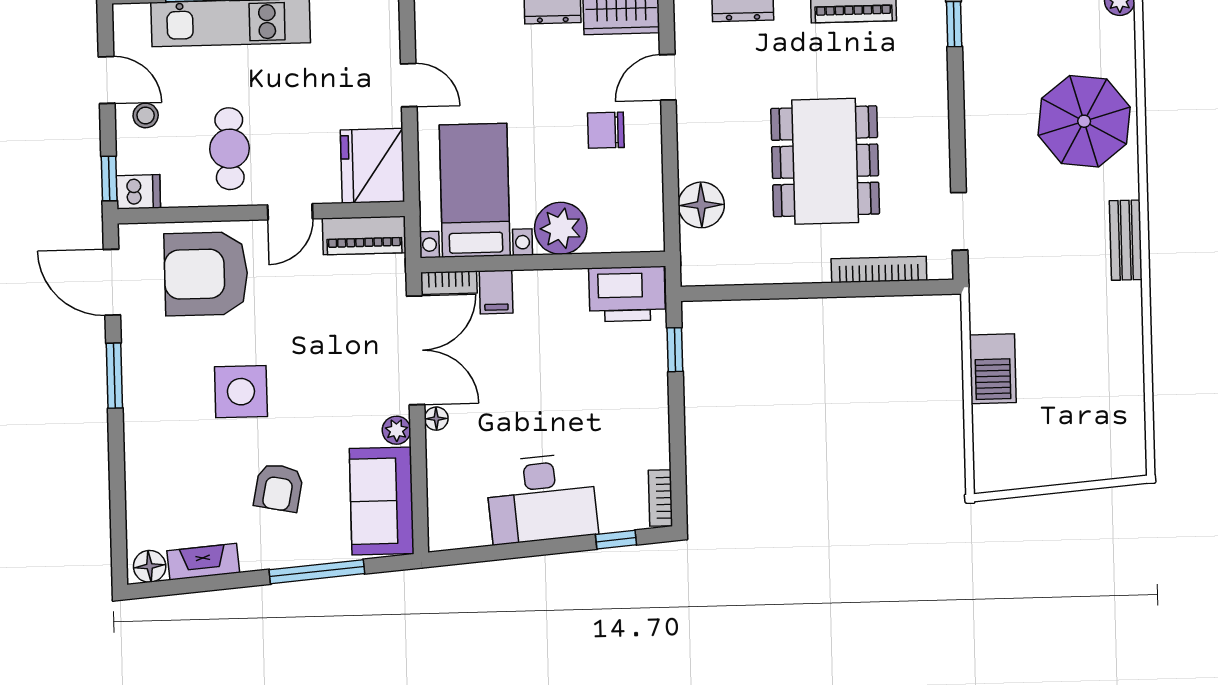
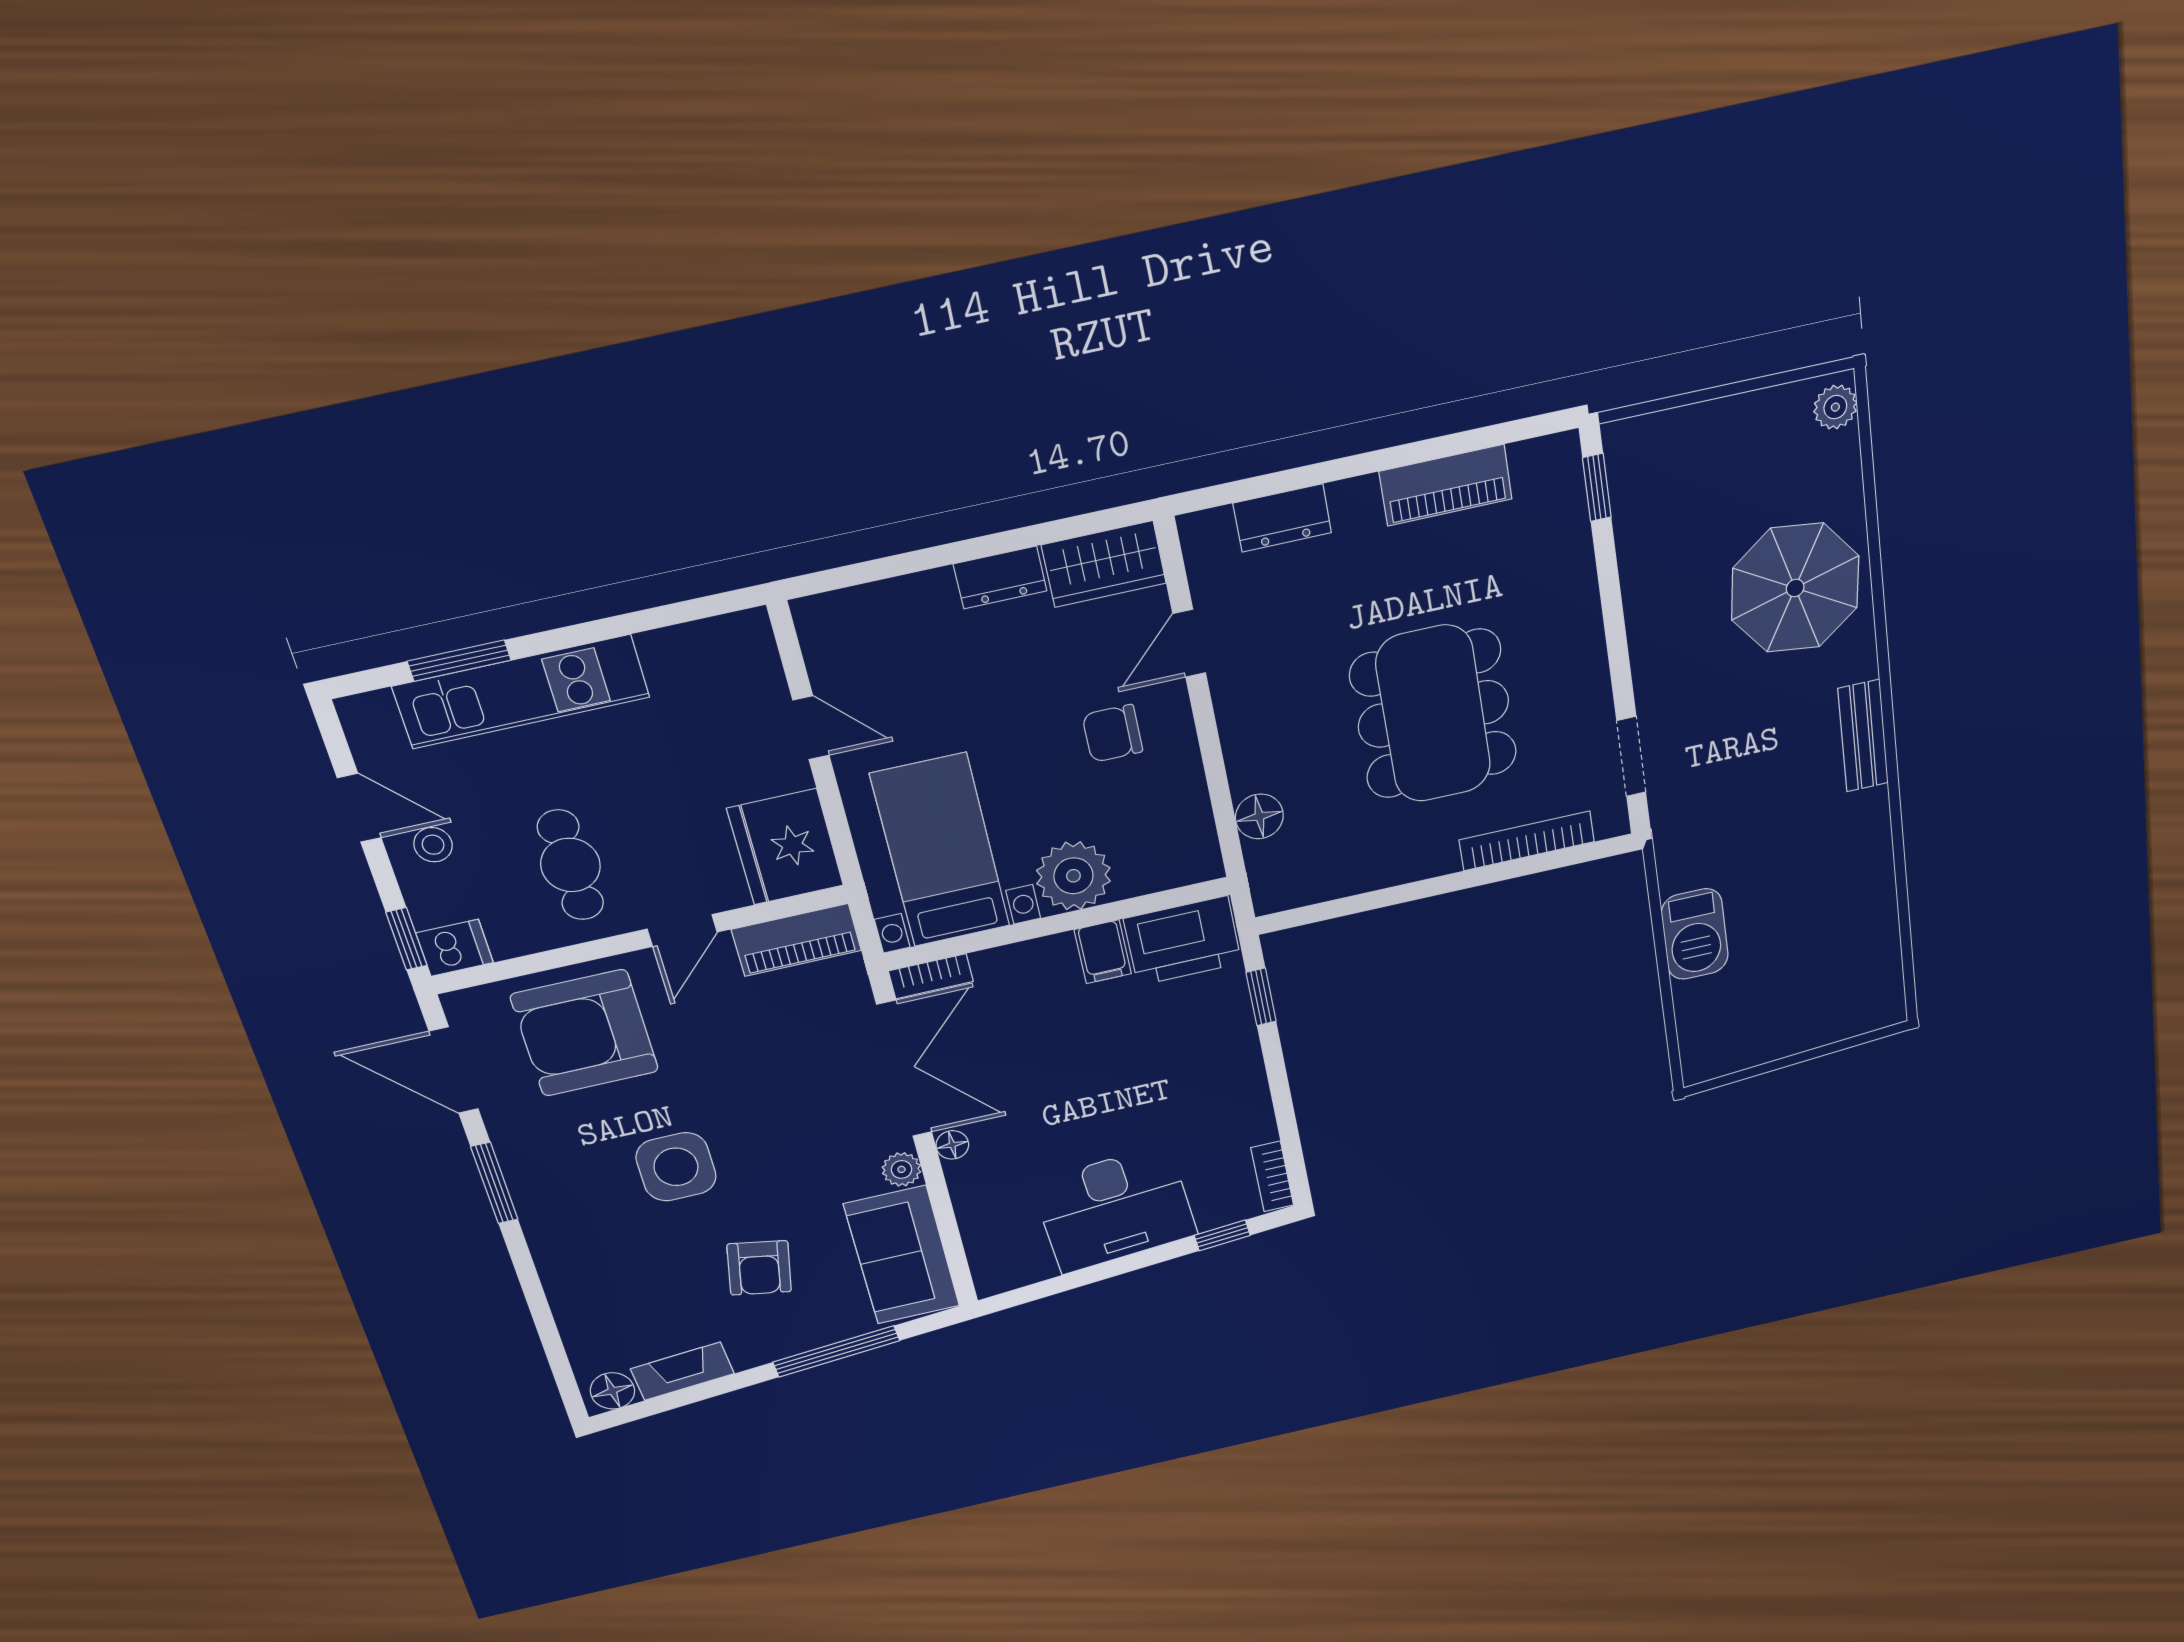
floor lamp: (701, 205) -> (1259, 816), width x0.73, depth x0.73
filing cabinet: (496, 292) -> (1103, 952), moved

